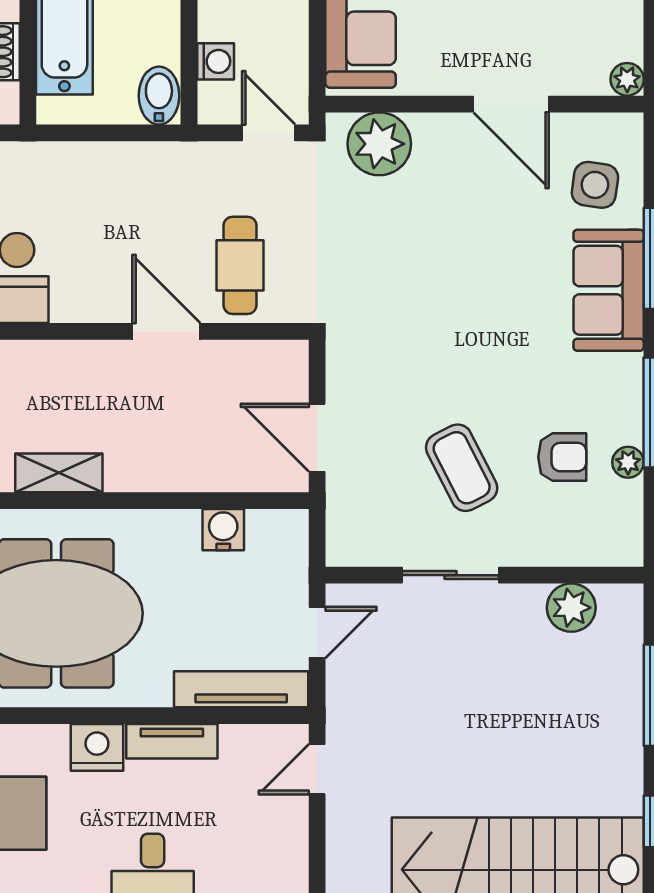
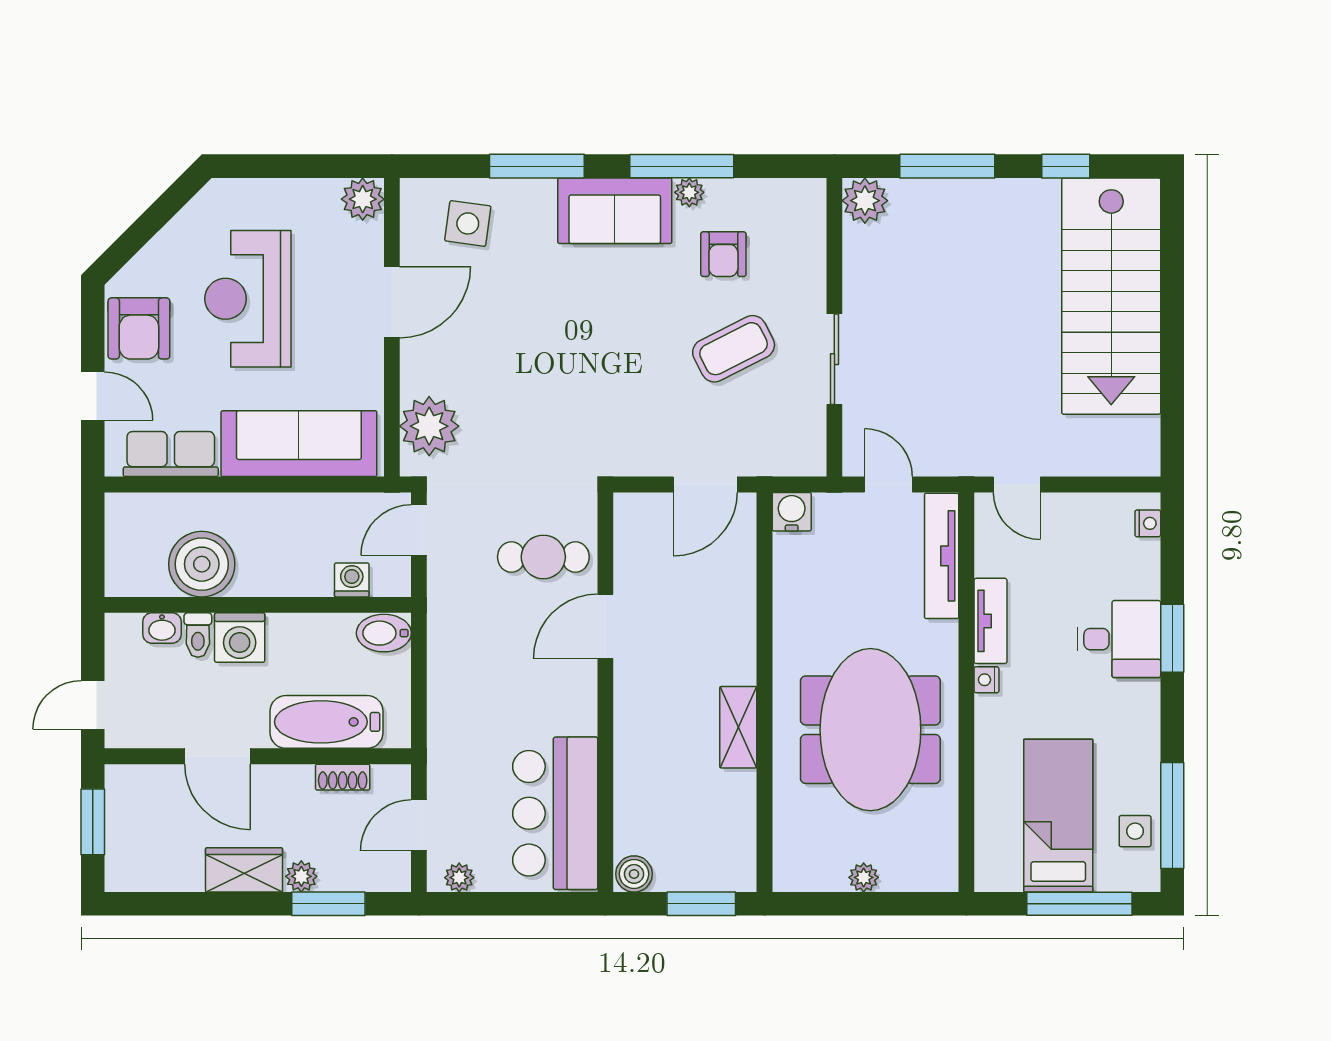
plant: (627, 79) -> (363, 199), width x1.38, depth x1.38
sofa: (609, 290) -> (615, 211), moved
armchair: (562, 457) -> (723, 254), turned 180
plant: (628, 462) -> (689, 192), moved
water cooler: (223, 530) -> (792, 512), moved, turned 90
plant: (571, 608) -> (865, 201), moved
nightstand: (97, 747) -> (986, 680), width x0.53, depth x0.56

